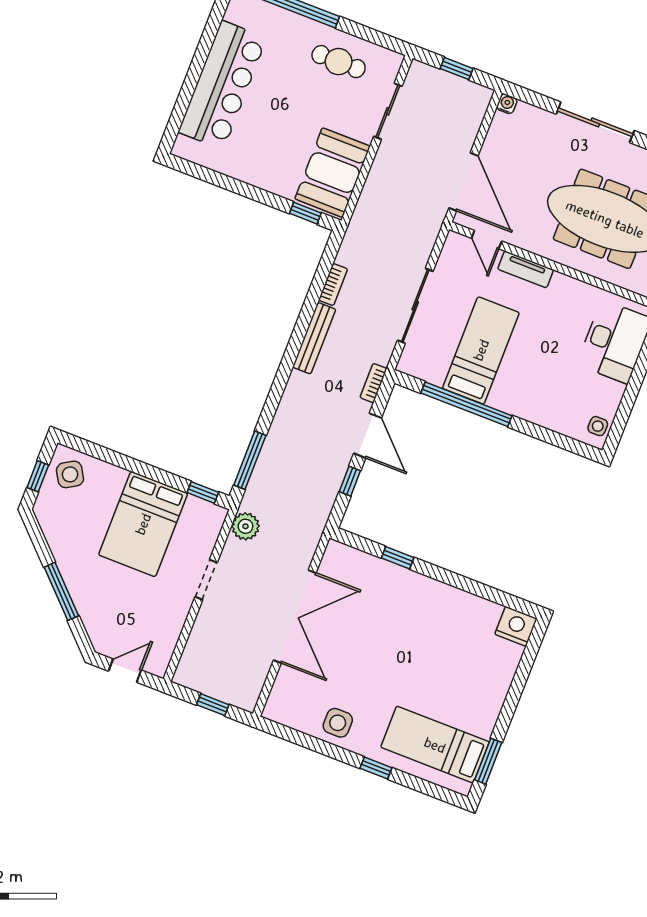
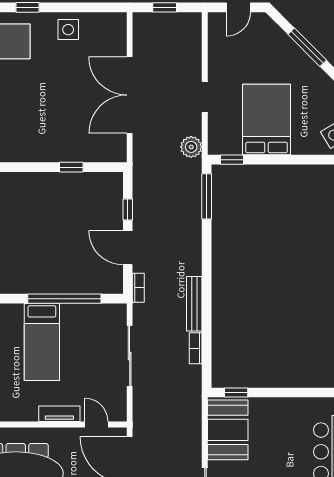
bed: (481, 350) -> (42, 342), moved

